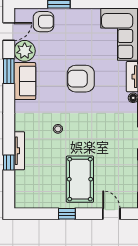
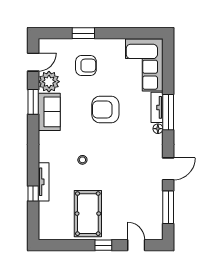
armchair: (43, 22) -> (86, 66), moved
pool table: (80, 179) -> (88, 214), moved
window: (67, 214) -> (103, 245), moved

